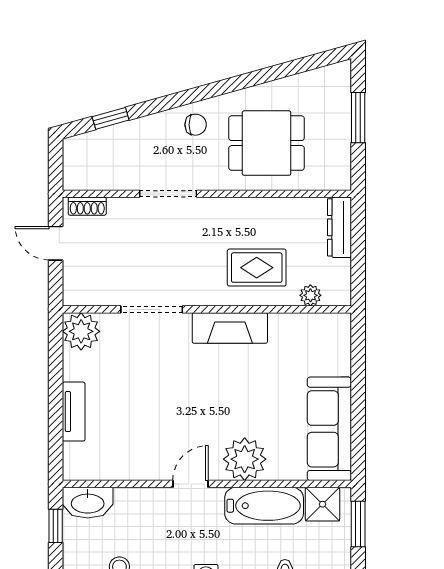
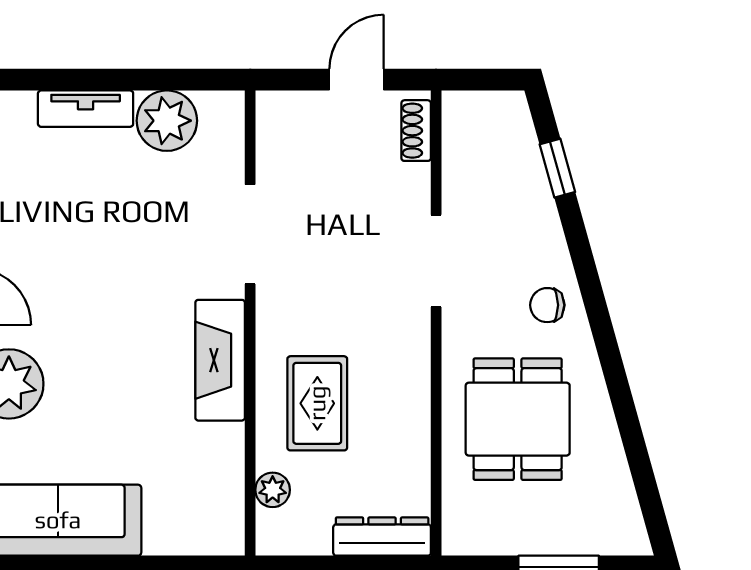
chair: (196, 125) -> (547, 305), turned 90
plant: (81, 331) -> (167, 121), moved

